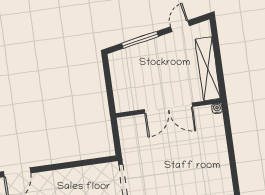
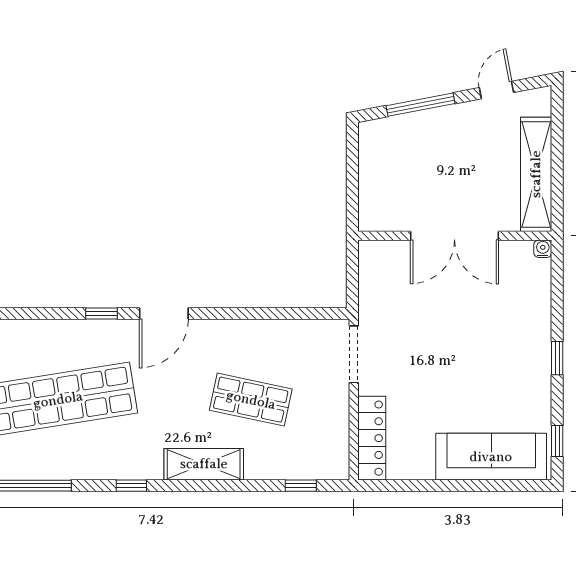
window: (233, 166) -> (557, 358), added

